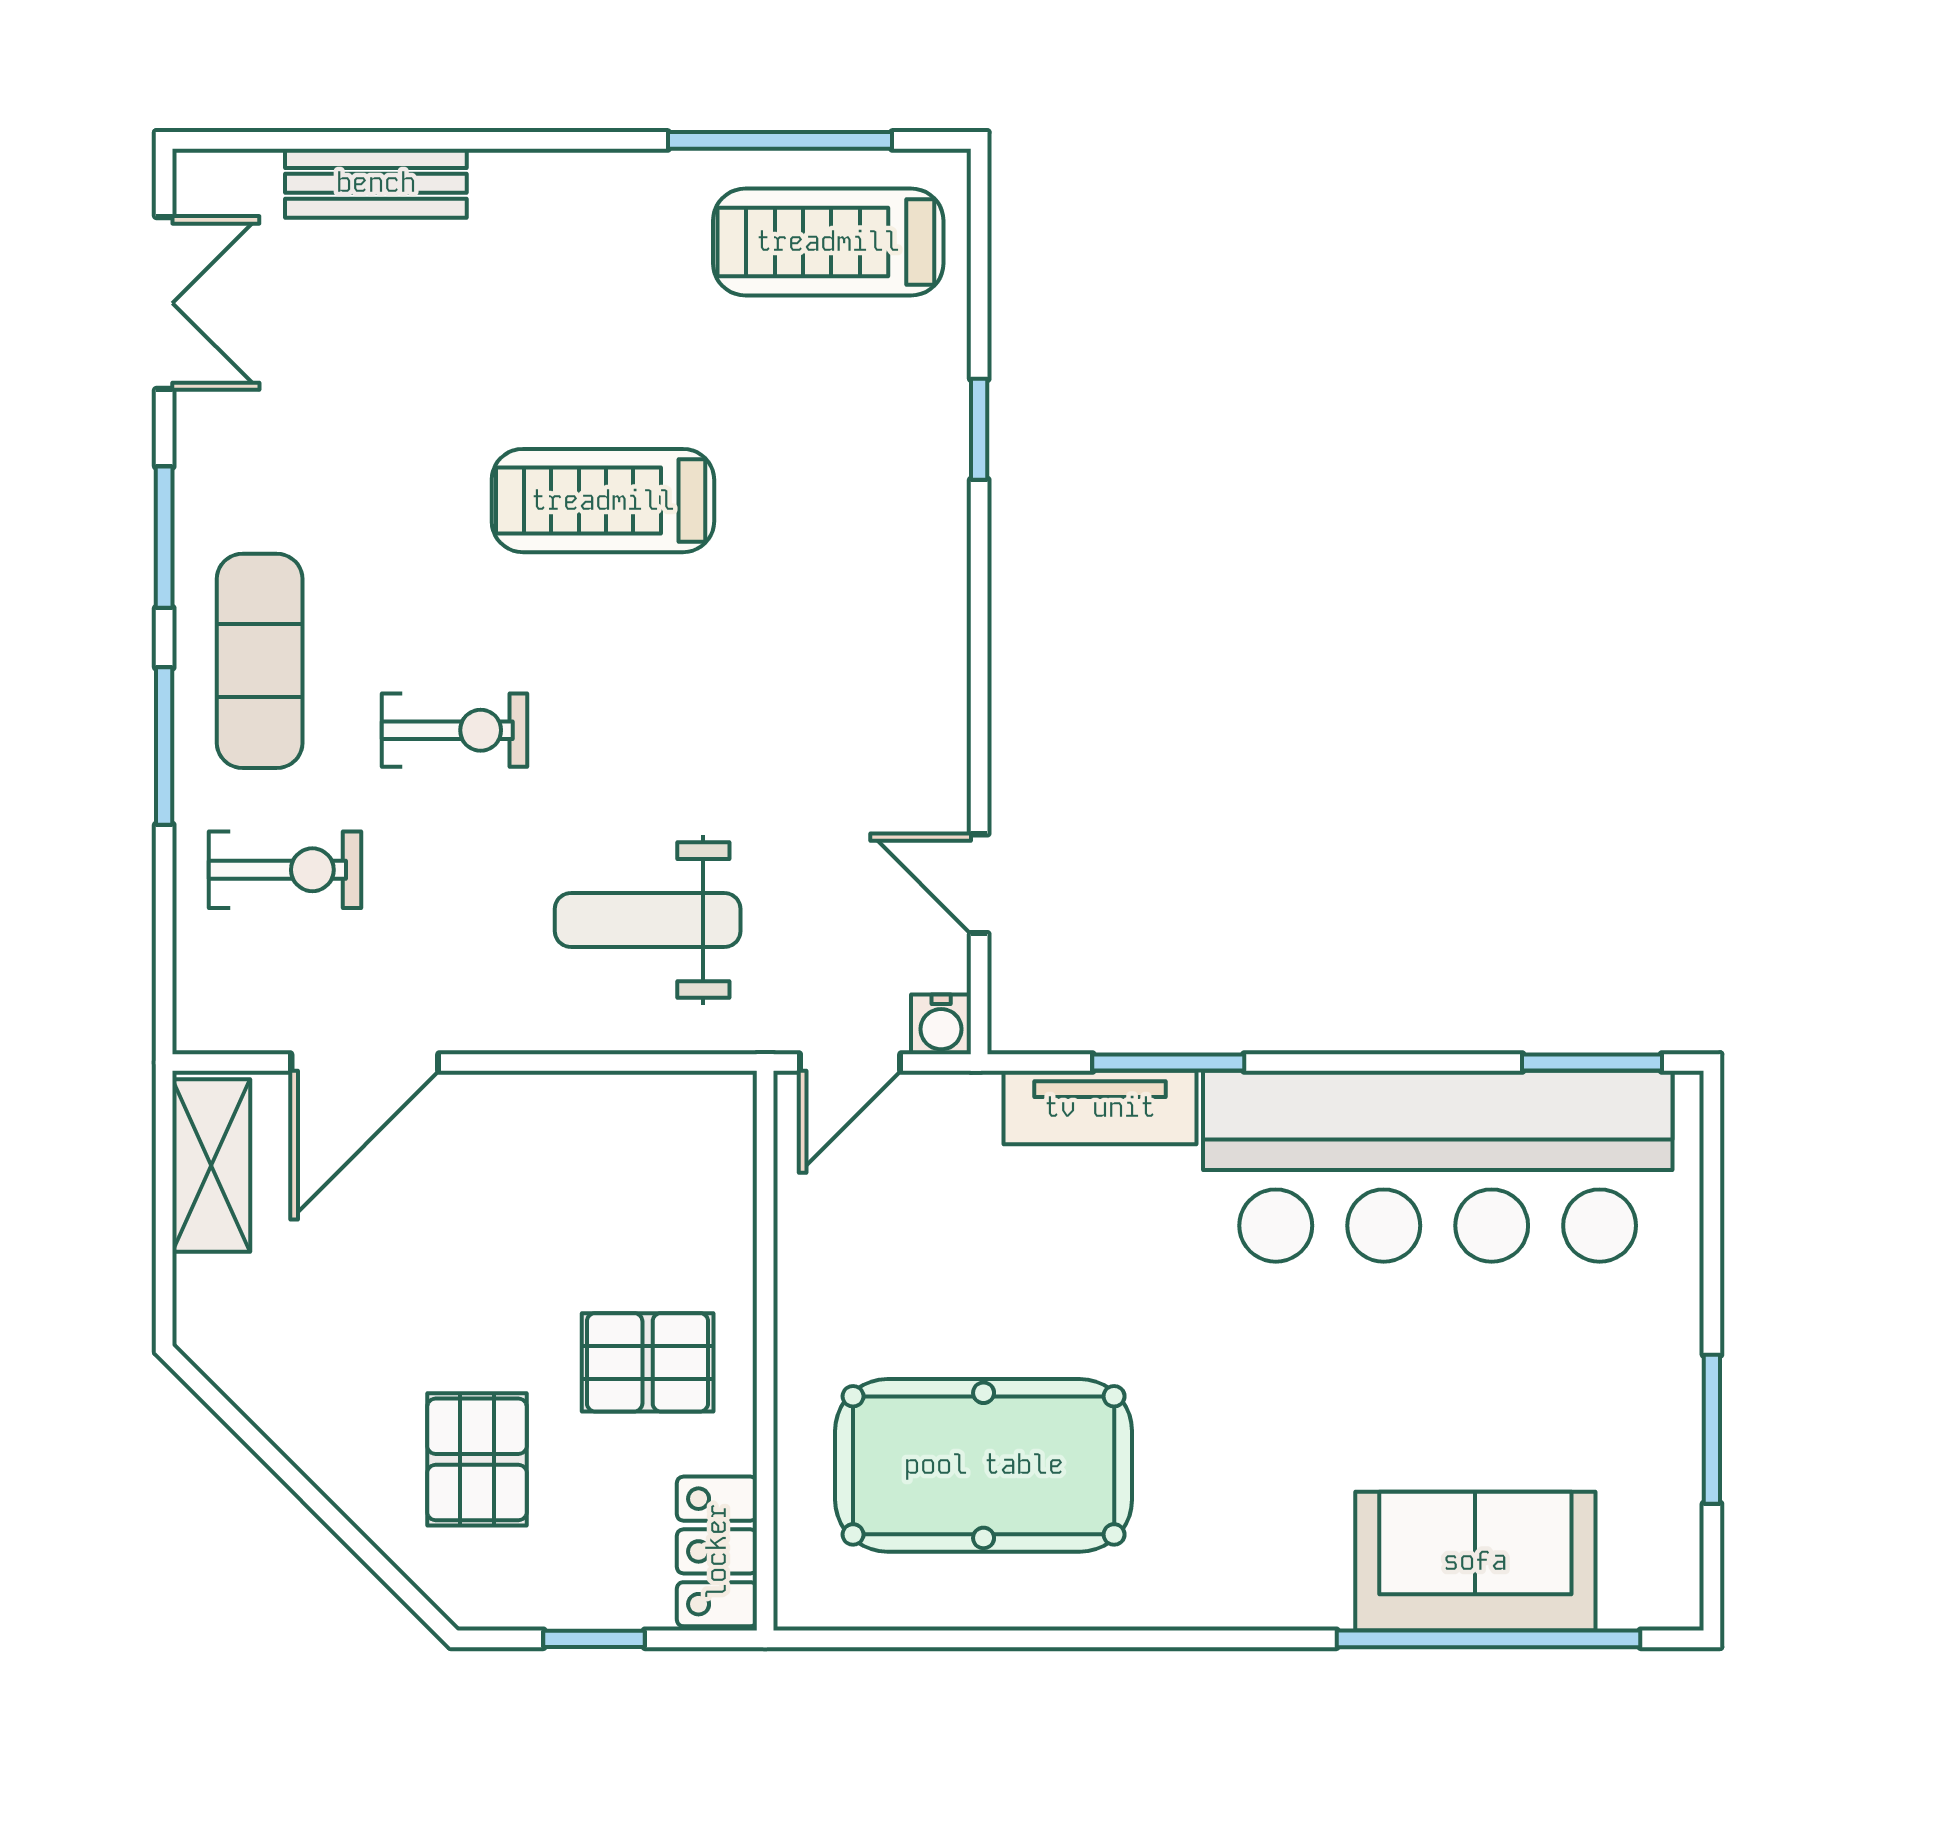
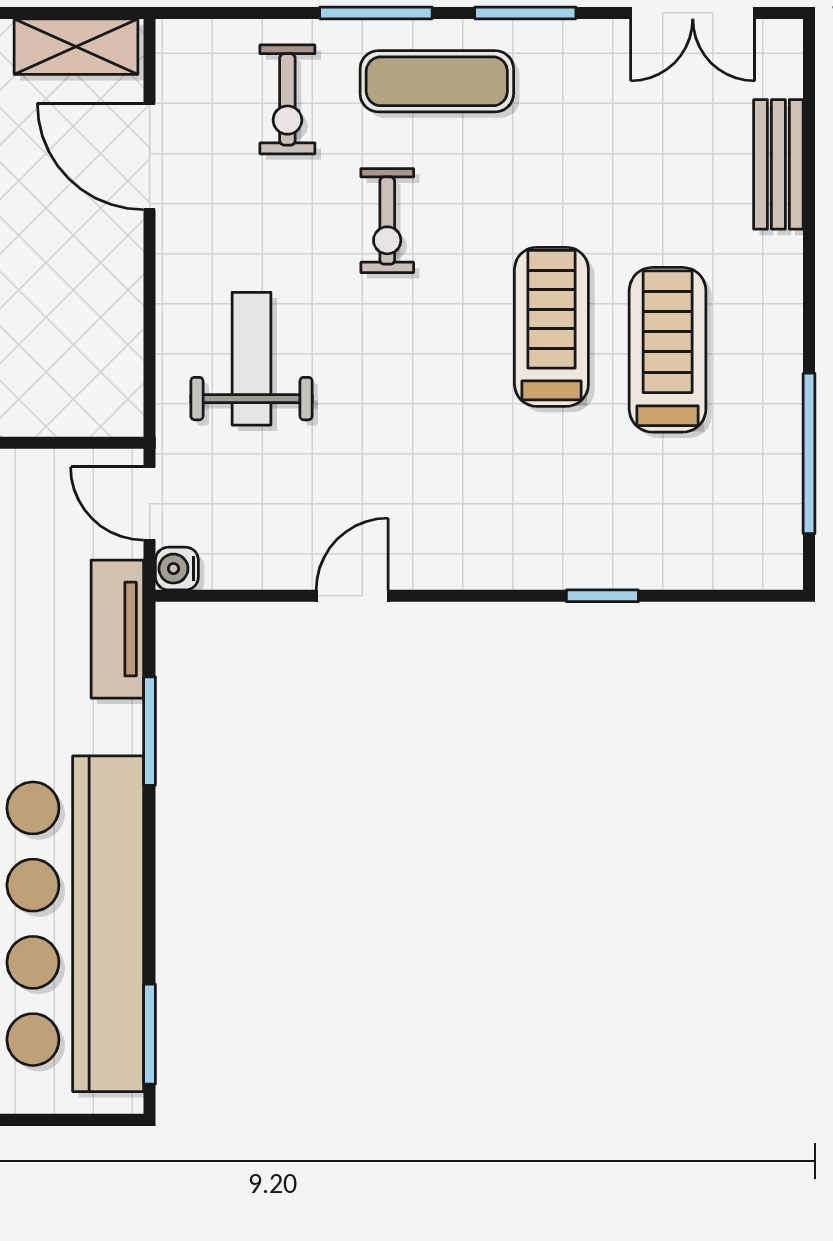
treadmill: (828, 242) -> (668, 350), moved
door: (979, 884) -> (352, 596), moved
tv unit: (1100, 1108) -> (117, 629), moved

